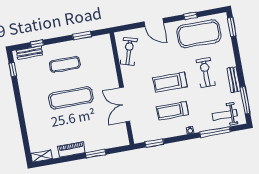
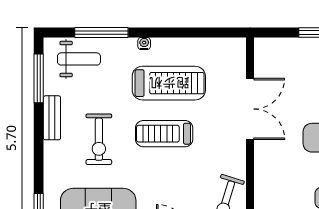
treadmill: (170, 82) -> (164, 134), turned 180
treadmill: (172, 111) -> (169, 83), width x1.37, depth x1.38
window: (154, 143) -> (211, 32), removed

